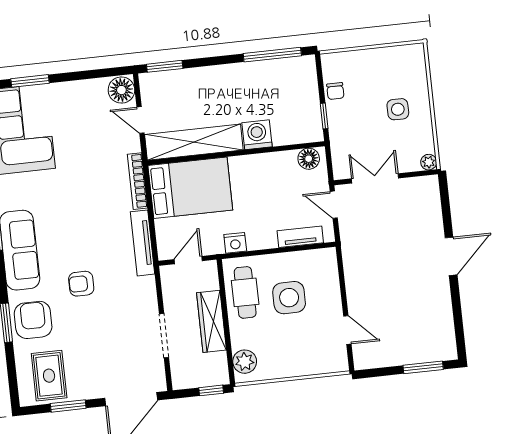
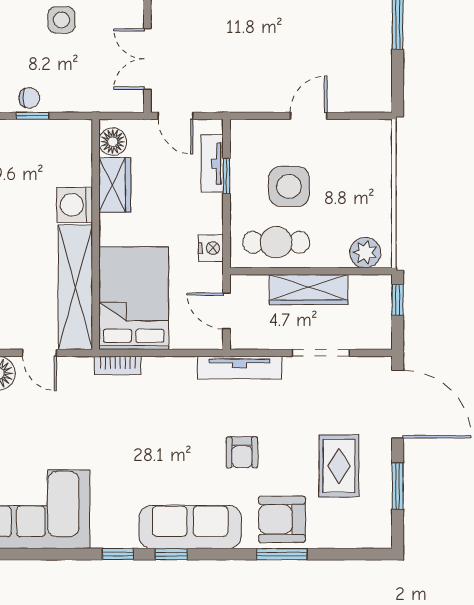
window: (324, 116) -> (32, 116), moved
door: (141, 120) -> (39, 353), hinge flipped
wardrobe: (276, 164) -> (115, 185), added
bookcase: (137, 181) -> (118, 365), width x0.64
door: (334, 205) -> (175, 116), hinge flipped
tv unit: (143, 243) -> (240, 368), moved
window: (292, 249) -> (226, 176), added
door: (347, 330) -> (309, 116), moved
rug: (49, 376) -> (339, 466), moved, turned 90

